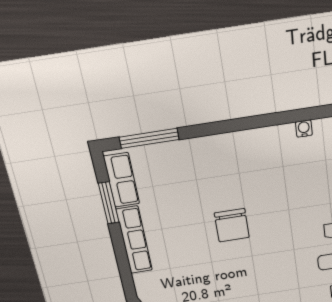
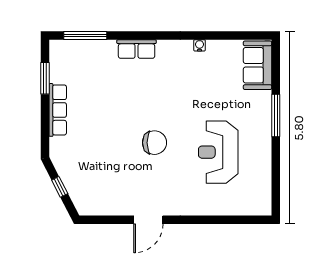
row of seats: (122, 180) -> (137, 49), moved, turned 90
chair: (232, 225) -> (154, 143), moved, turned -90

